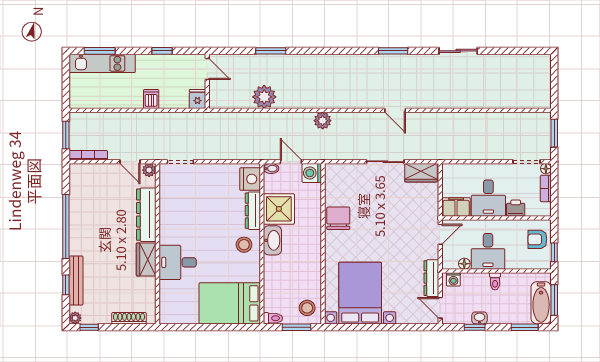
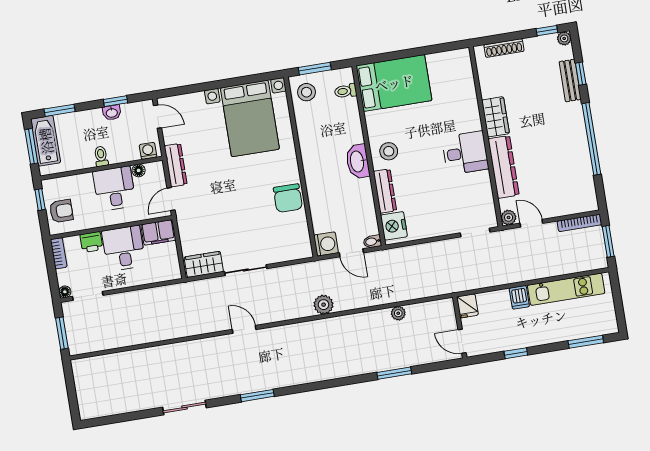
kitchen unit: (102, 63) -> (566, 289), moved, turned 180
plant: (264, 97) -> (398, 313), width x0.53, depth x0.53
bookcase: (546, 188) -> (59, 253), moved
shower: (279, 209) -> (356, 198), removed
desk: (178, 262) -> (465, 153), moved
dresser: (431, 278) -> (176, 165), moved
bench: (76, 280) -> (570, 80), width x0.73
toilet: (273, 318) -> (346, 91), moved

